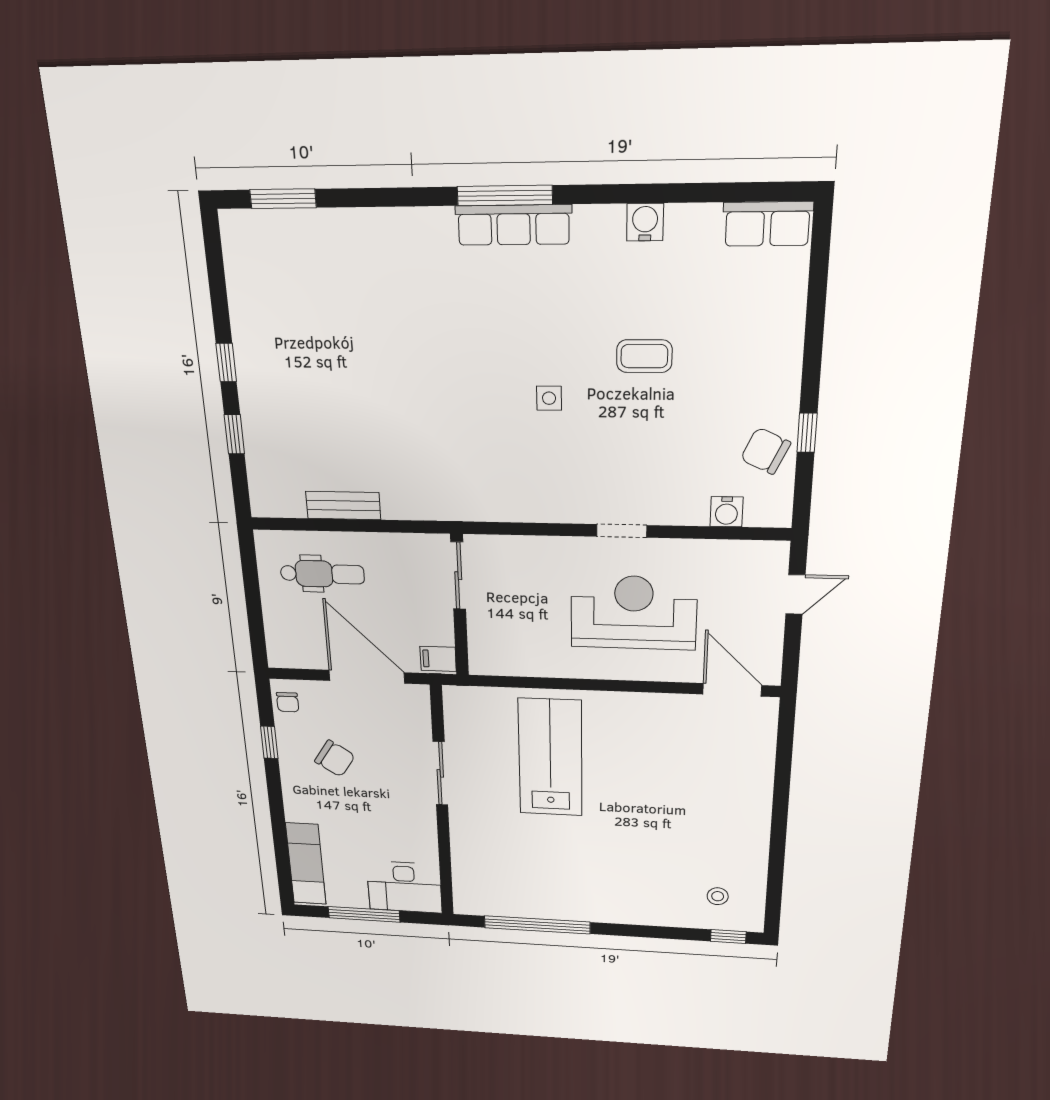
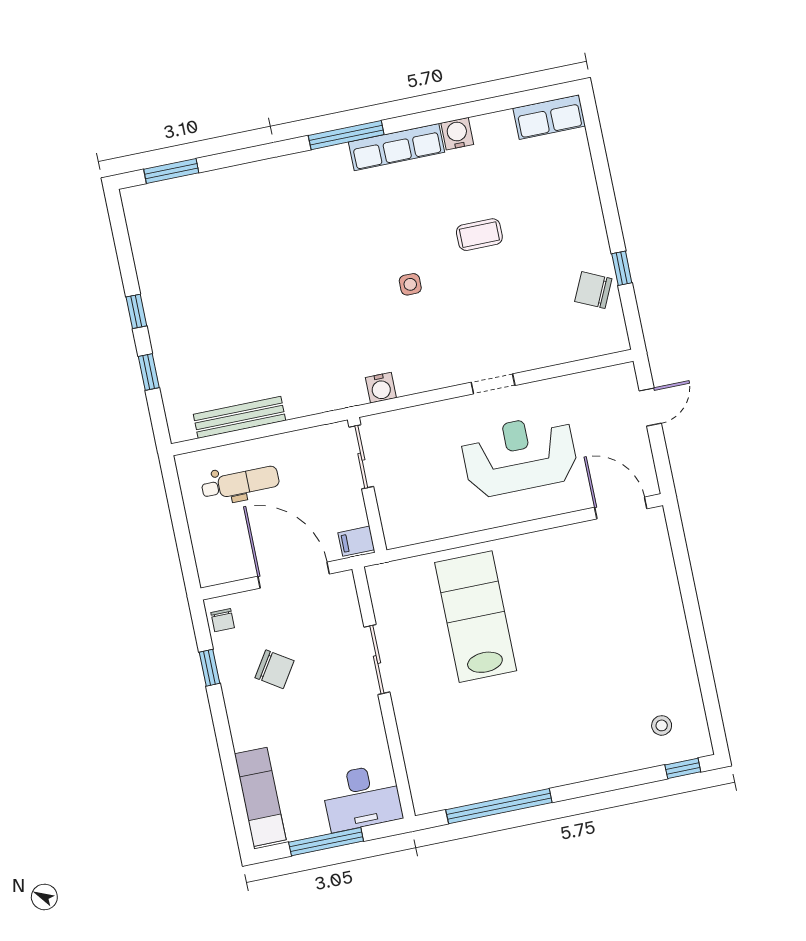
row of seats: (514, 225) -> (397, 147), moved
bench: (343, 506) -> (239, 417), width x1.36
water cooler: (726, 512) -> (381, 388), moved

